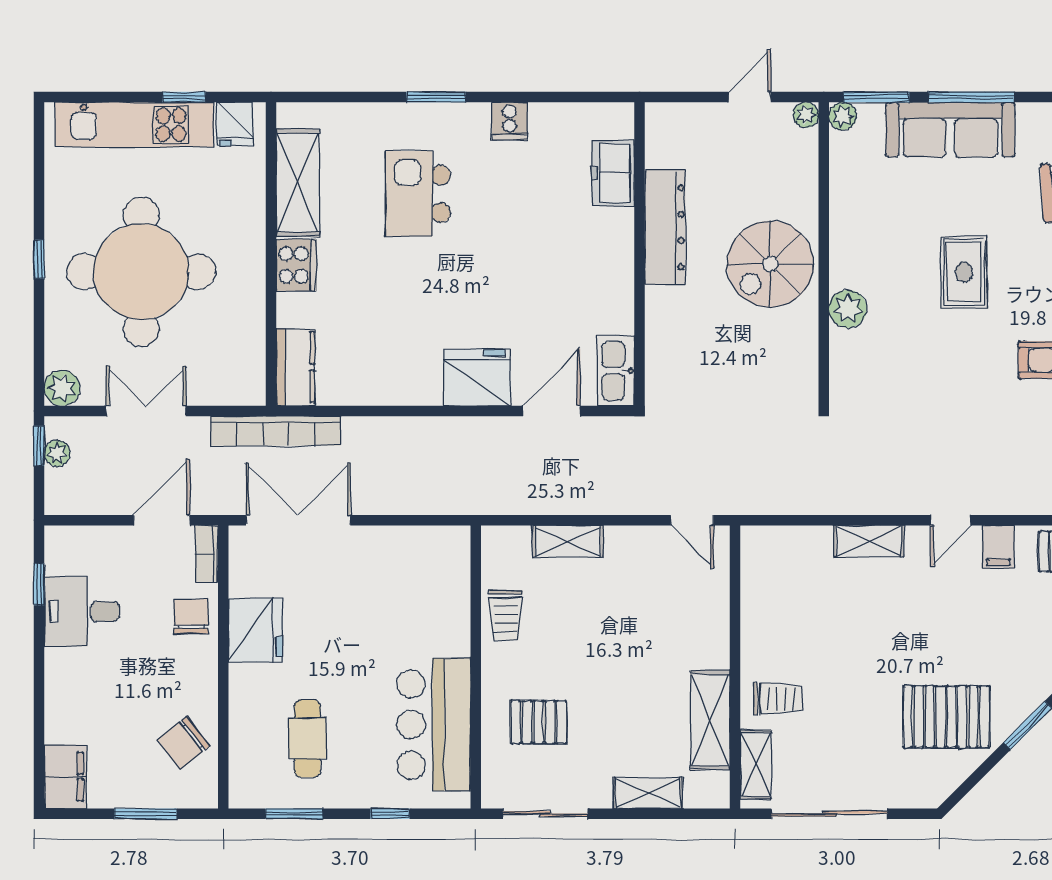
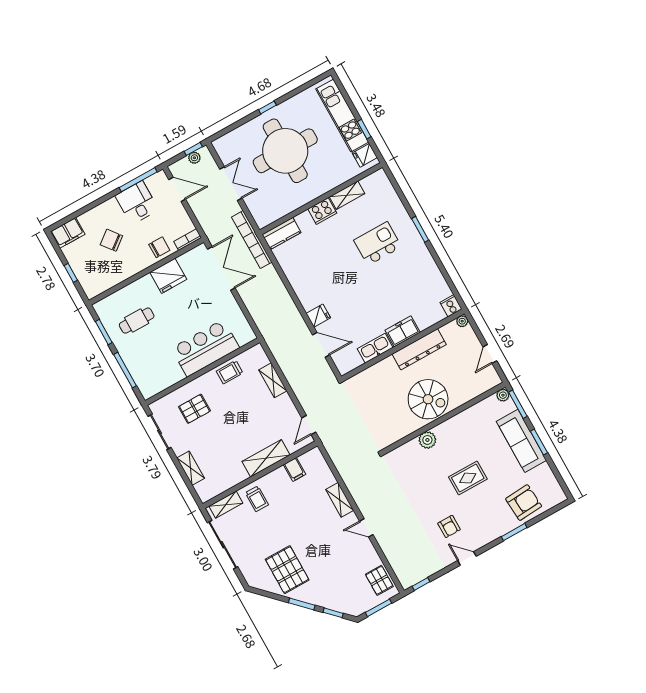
door: (750, 97) -> (490, 354), swing flipped
window: (971, 97) -> (539, 442), width x0.69
plant: (806, 115) -> (462, 321), moved
cooker: (510, 121) -> (451, 306), moved, turned 90
freezer: (613, 173) -> (403, 331), moved
shelving: (298, 183) -> (347, 195), width x0.67, depth x0.75
spiral stairs: (770, 264) -> (428, 399), turned 180
kitchen sink: (616, 371) -> (375, 348), moved
fridge: (477, 378) -> (318, 316), width x0.53, depth x0.75
plant: (62, 388) -> (221, 145), removed
door: (162, 520) -> (177, 189), moved
filing cabinet: (998, 547) -> (295, 469), moved, turned -90
window: (39, 584) -> (138, 180), width x2.17
shelving: (710, 720) -> (266, 458), moved
pallet: (538, 722) -> (194, 409), turned 90
bar counter: (434, 725) -> (205, 348), moved
chair: (184, 743) -> (111, 240), moved
window: (145, 814) -> (71, 273), width x0.67
window: (390, 814) -> (125, 370), width x2.17

